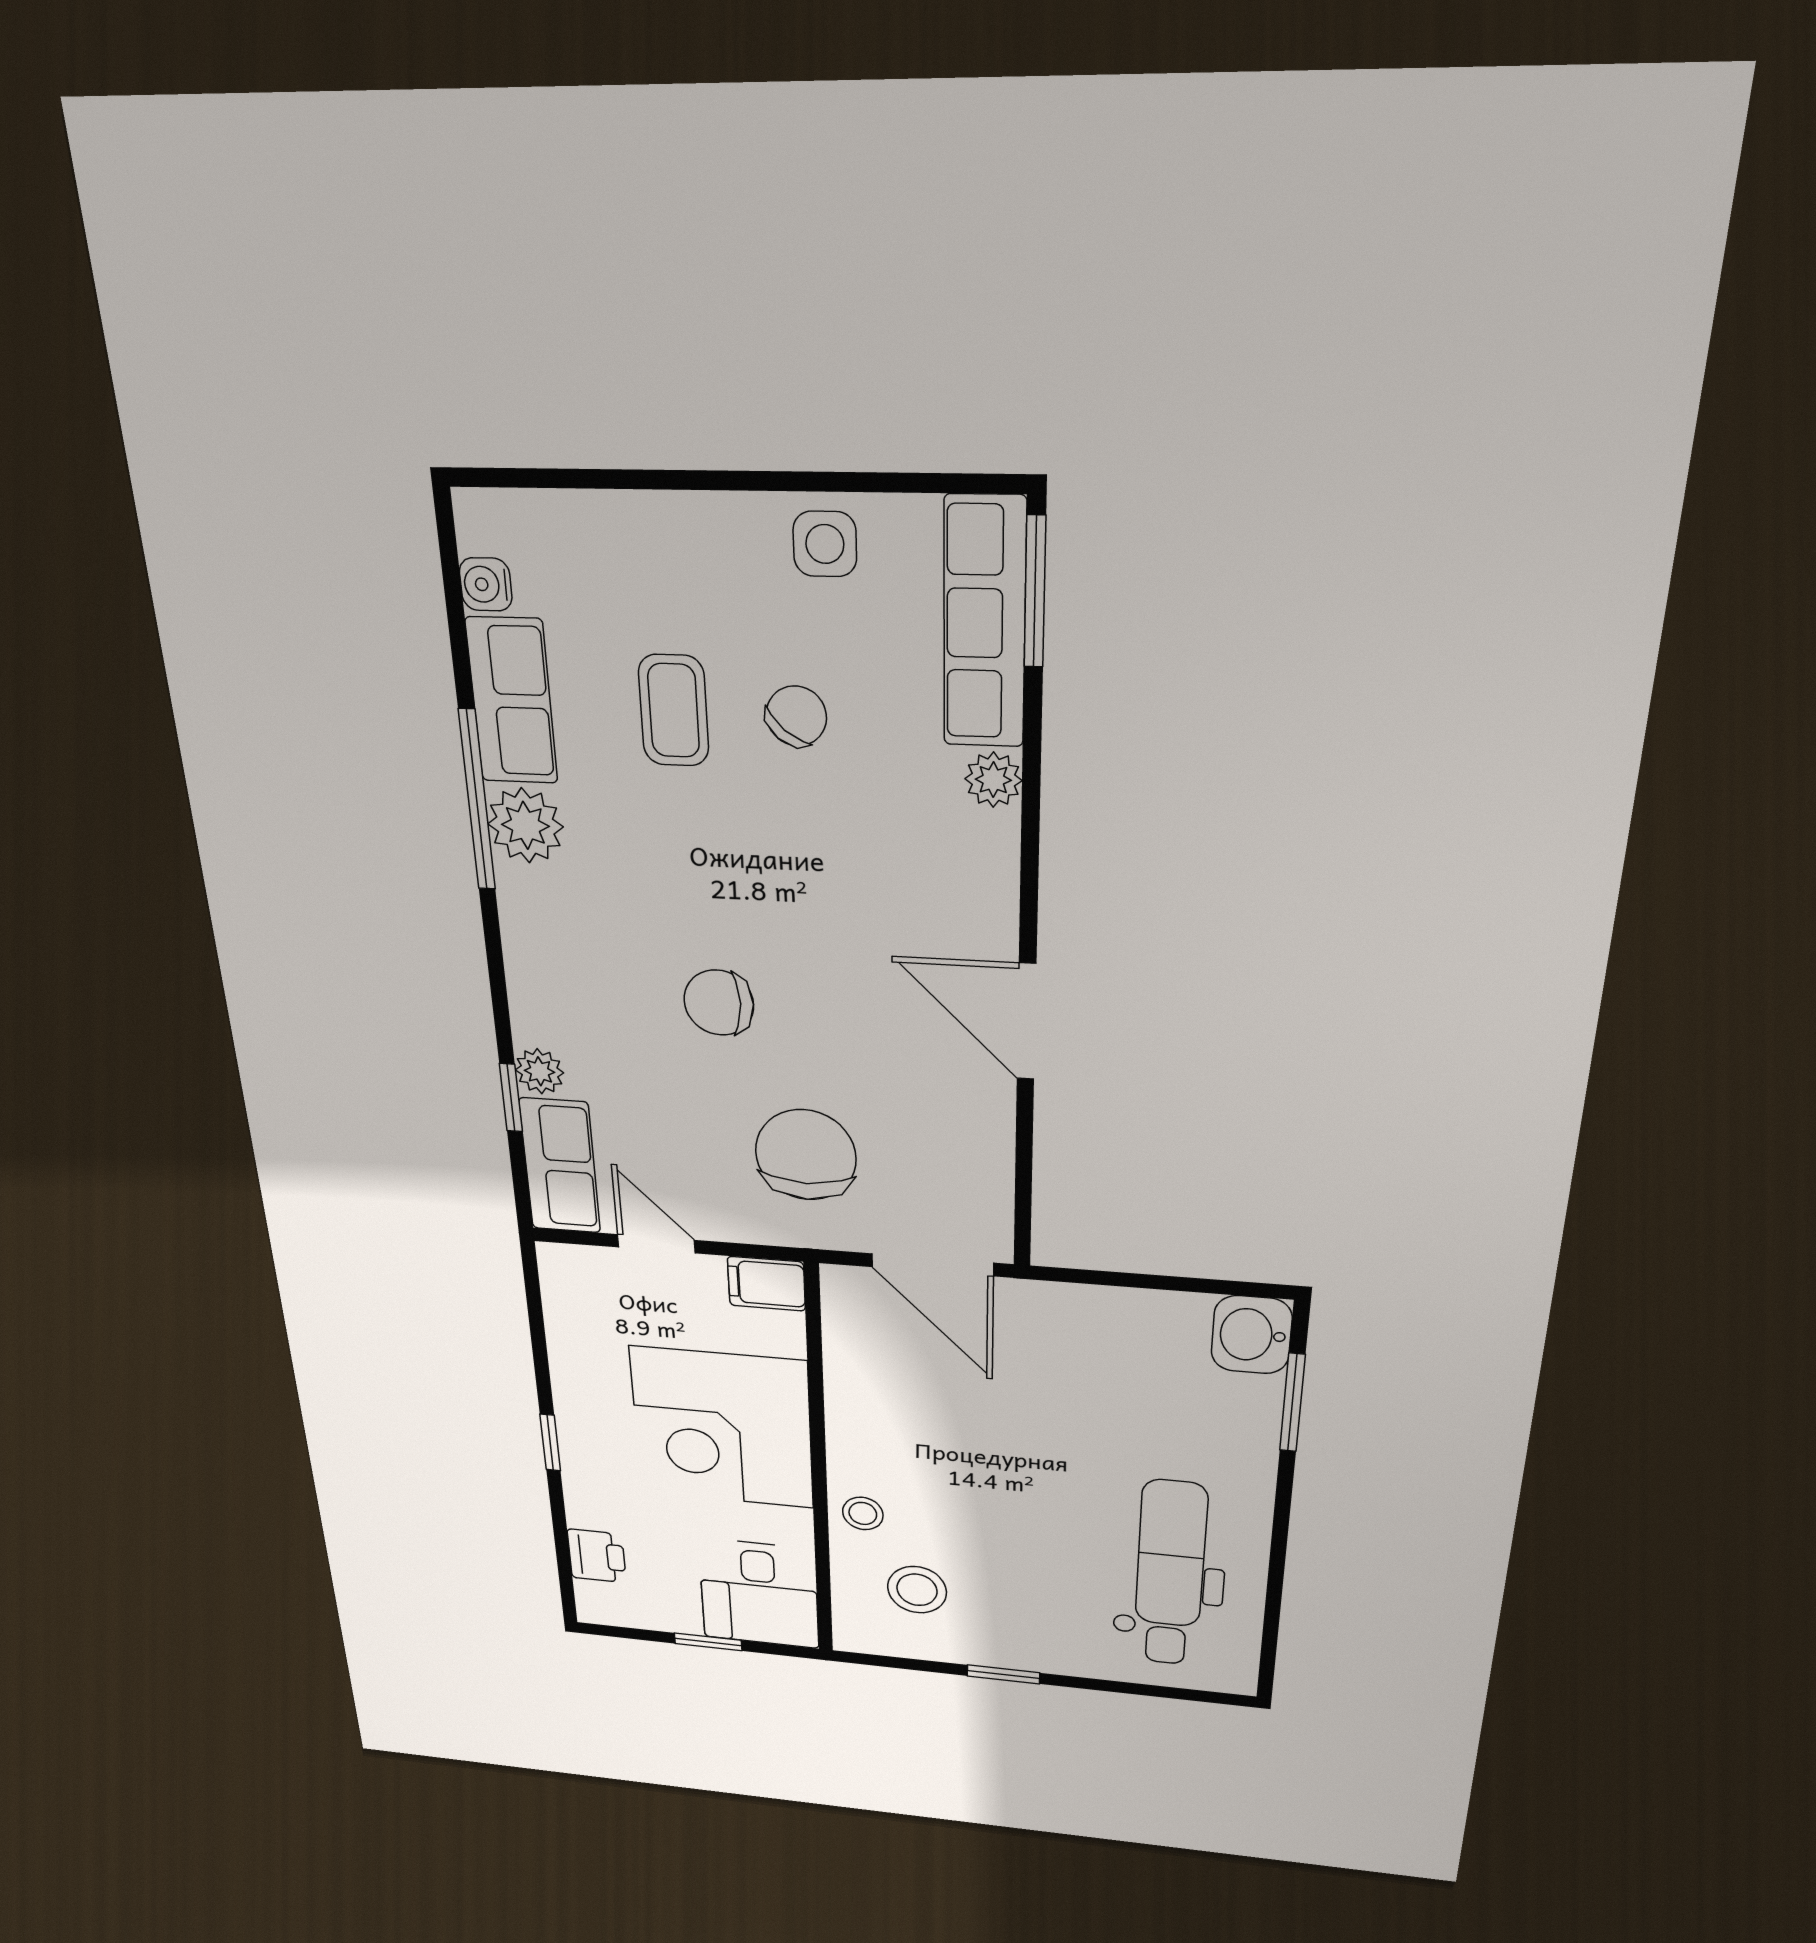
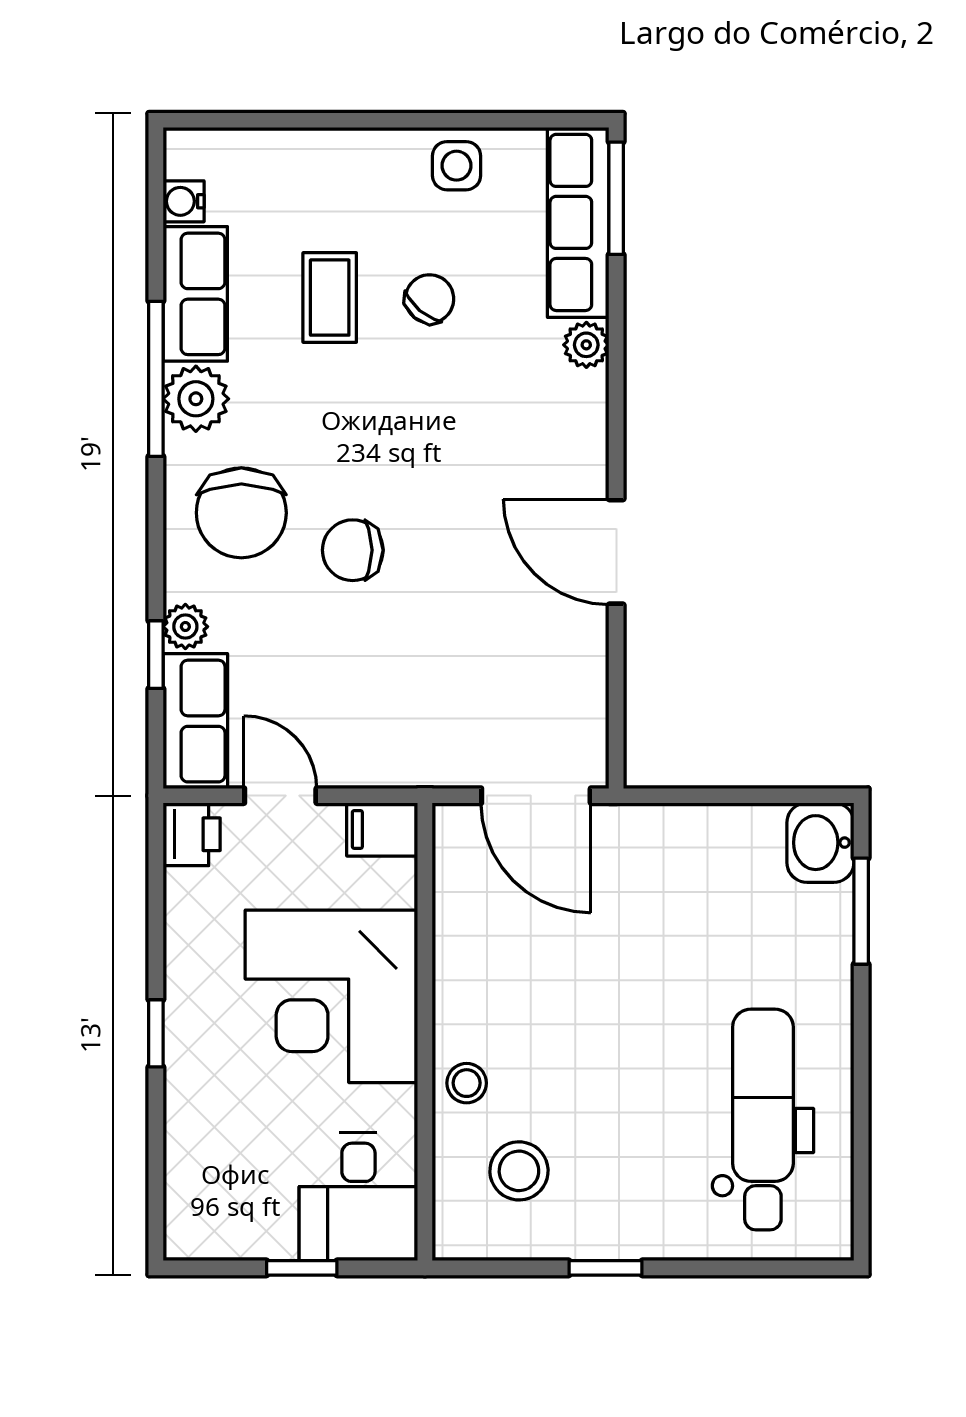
chair: (806, 1155) -> (241, 513), moved, turned 180
printer: (597, 1556) -> (192, 834), moved

